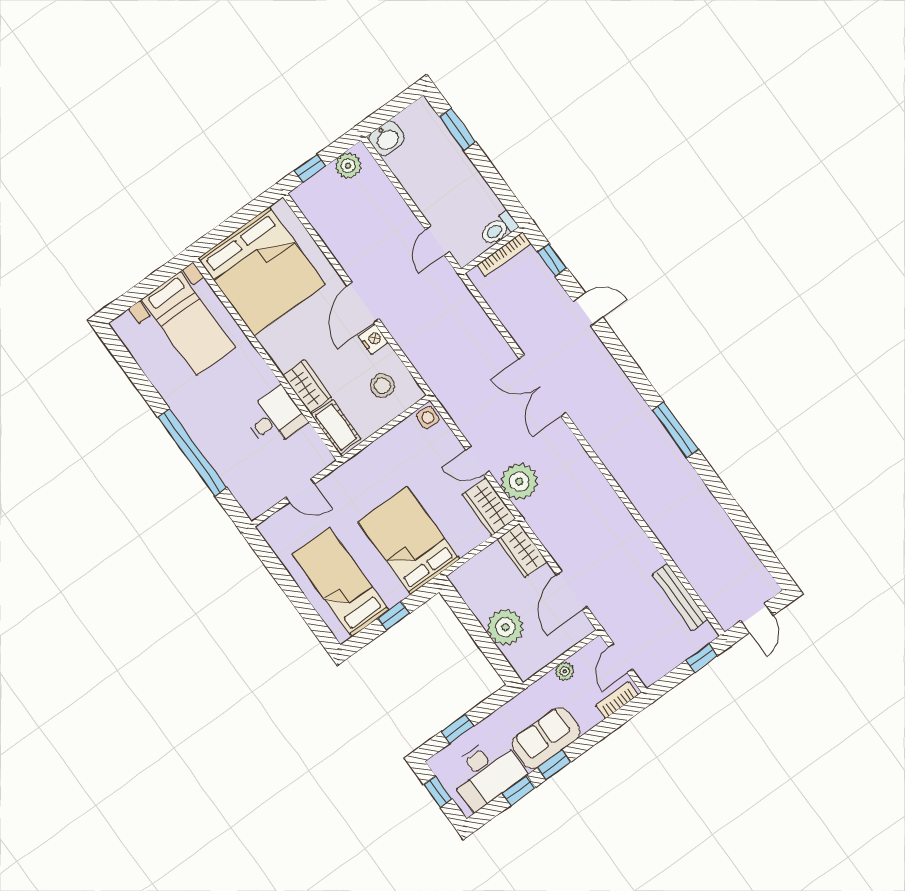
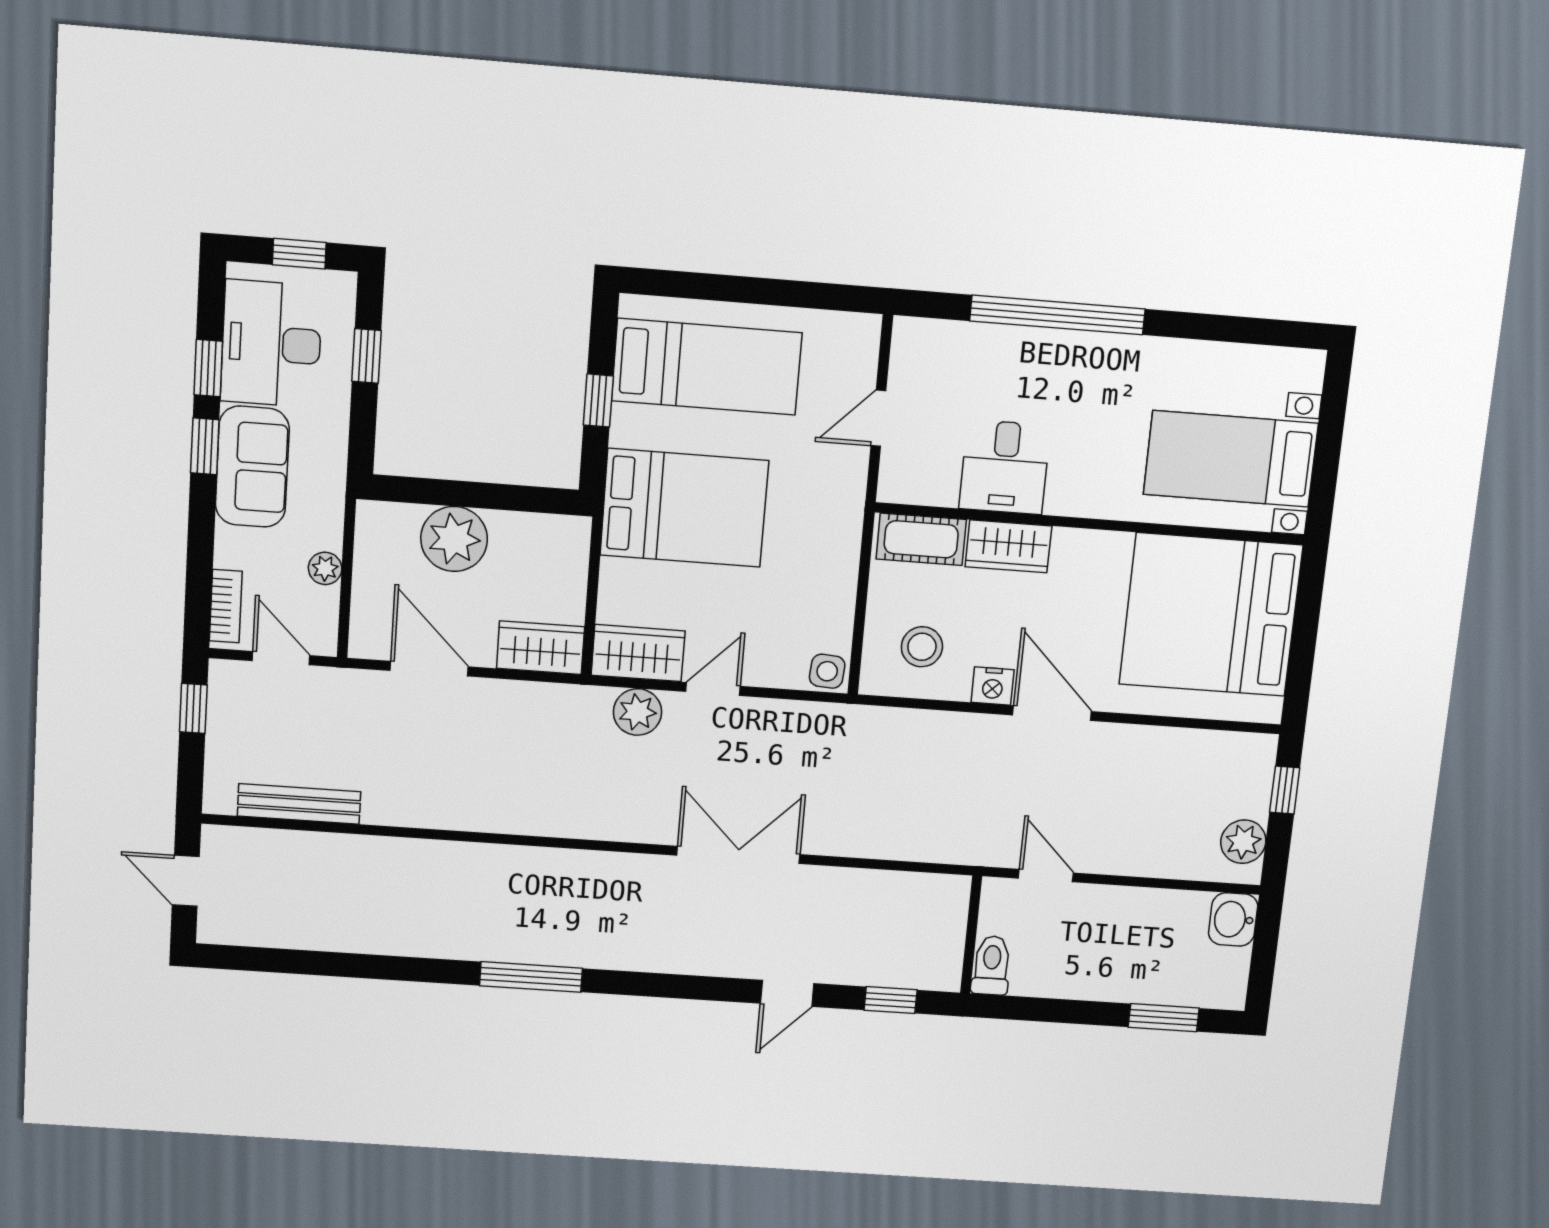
bookcase: (504, 254) -> (953, 946), removed
plant: (519, 482) -> (637, 712), width x0.73, depth x0.73
window: (702, 658) -> (193, 708), moved

